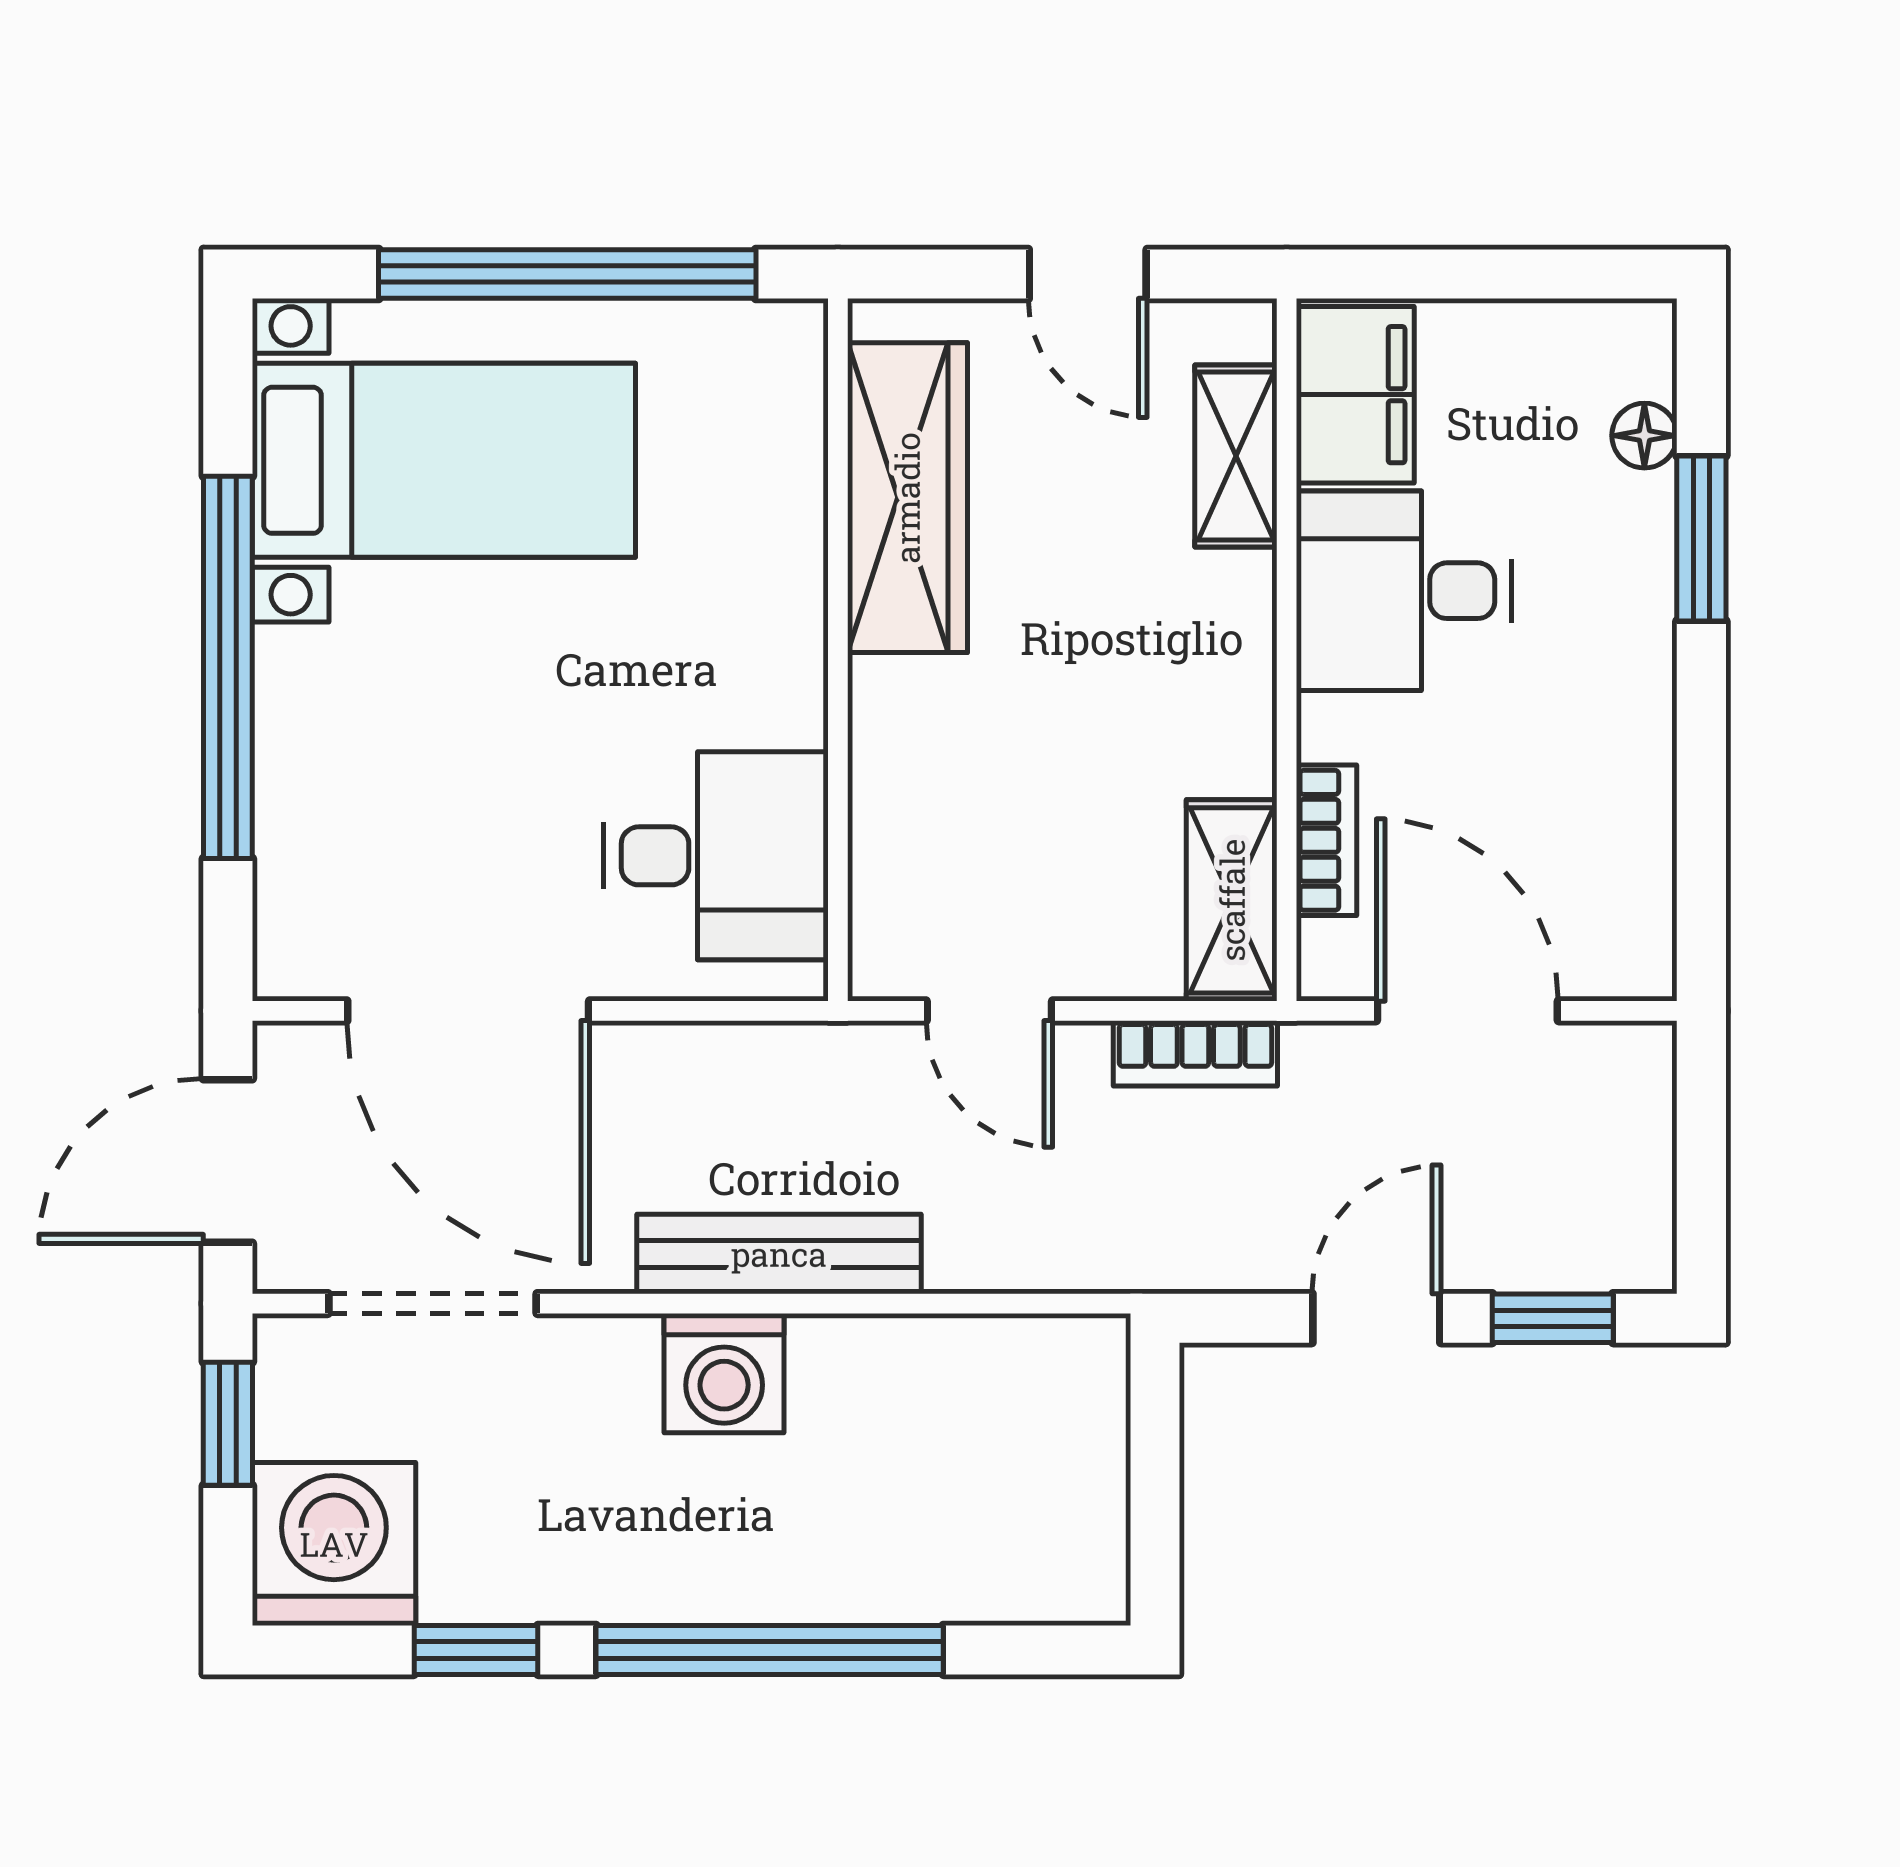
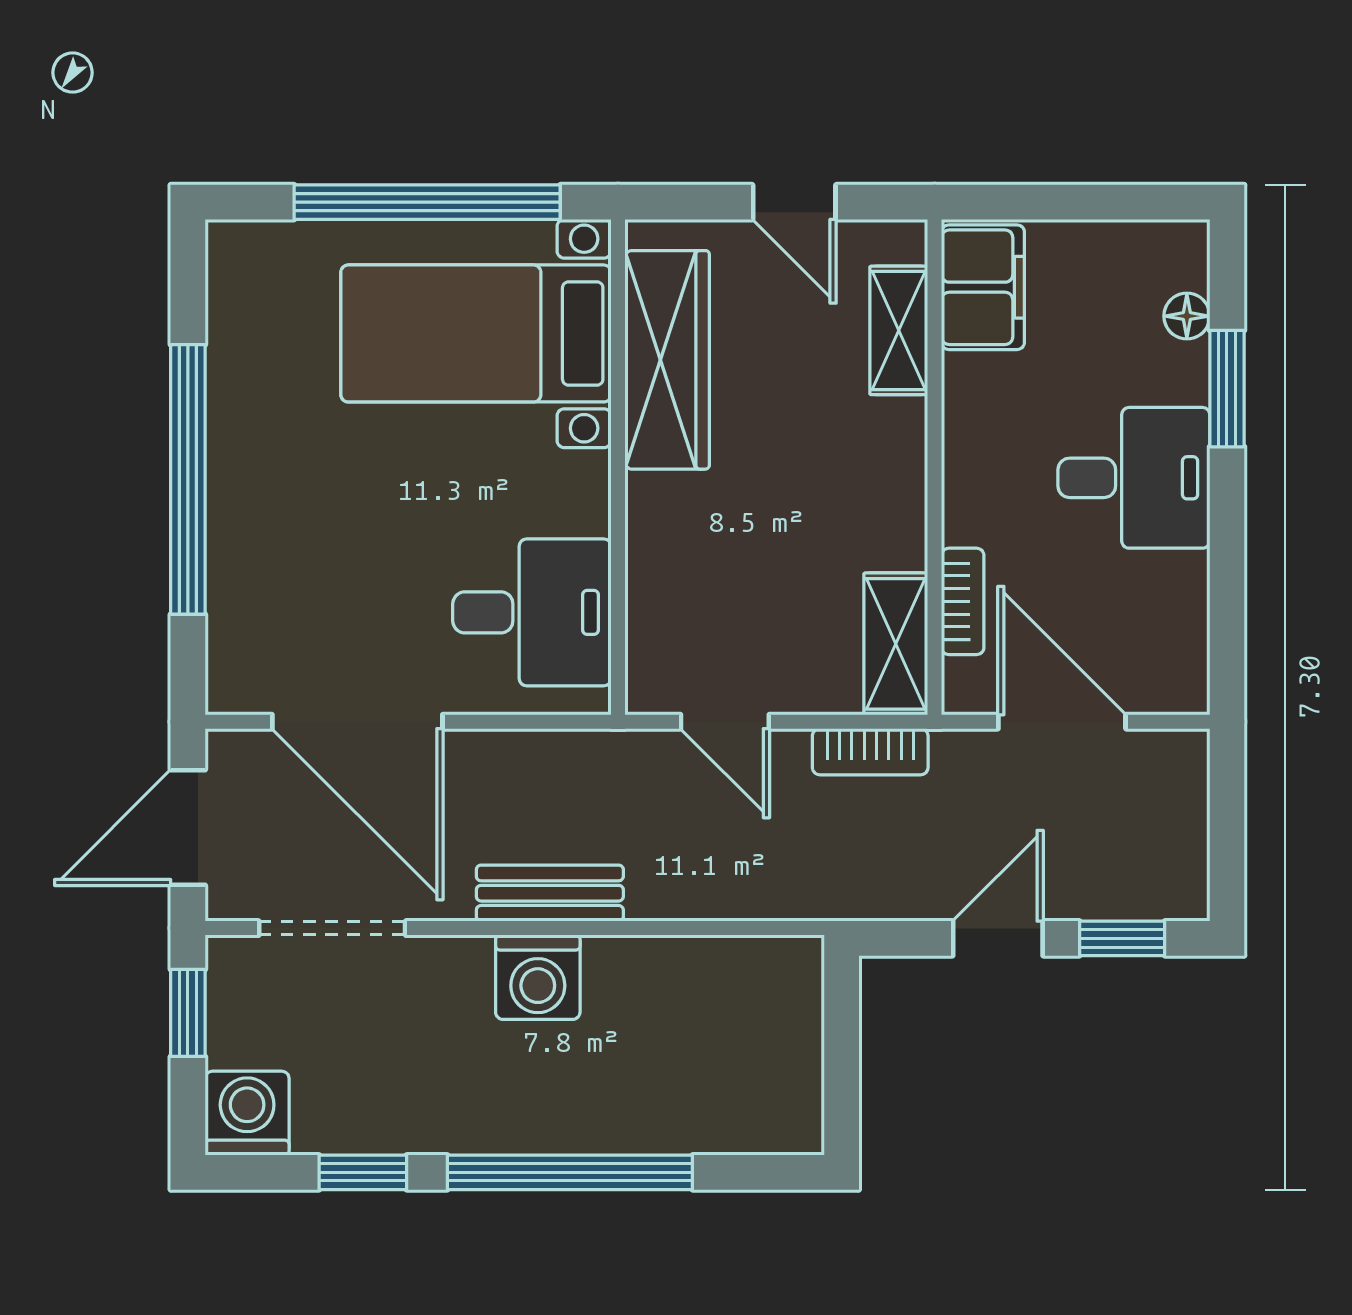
bed with nightstands: (444, 460) -> (476, 333), moved, turned 180
desk: (1404, 591) -> (1134, 478), moved, turned 180
bench: (779, 1254) -> (550, 893), width x0.73
washing machine: (334, 1544) -> (247, 1113), width x0.73, depth x0.73

